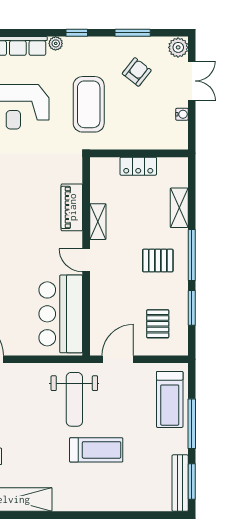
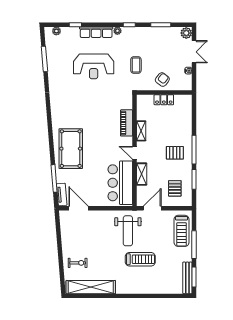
armchair: (137, 72) -> (162, 80), moved
coffee table: (89, 104) -> (136, 65), width x0.54, depth x0.58
shelving: (179, 208) -> (142, 174), moved

